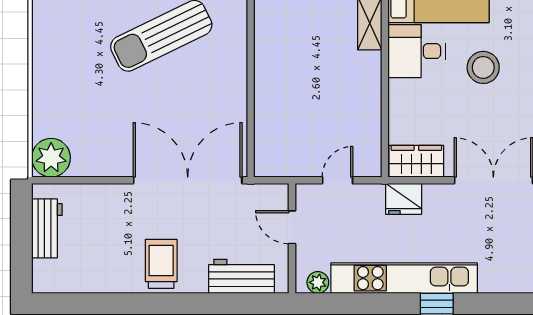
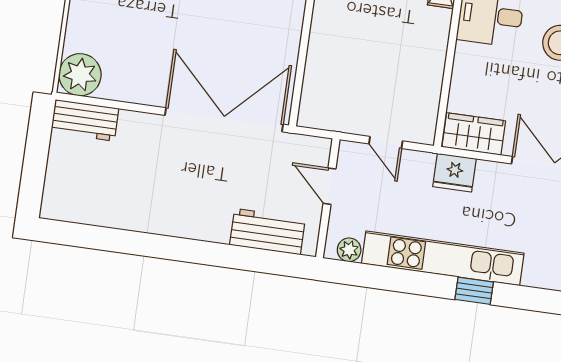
door: (337, 180) -> (386, 142), swing flipped
workbench: (47, 228) -> (85, 120), moved, turned 90
trolley: (161, 264) -> (183, 206), removed

